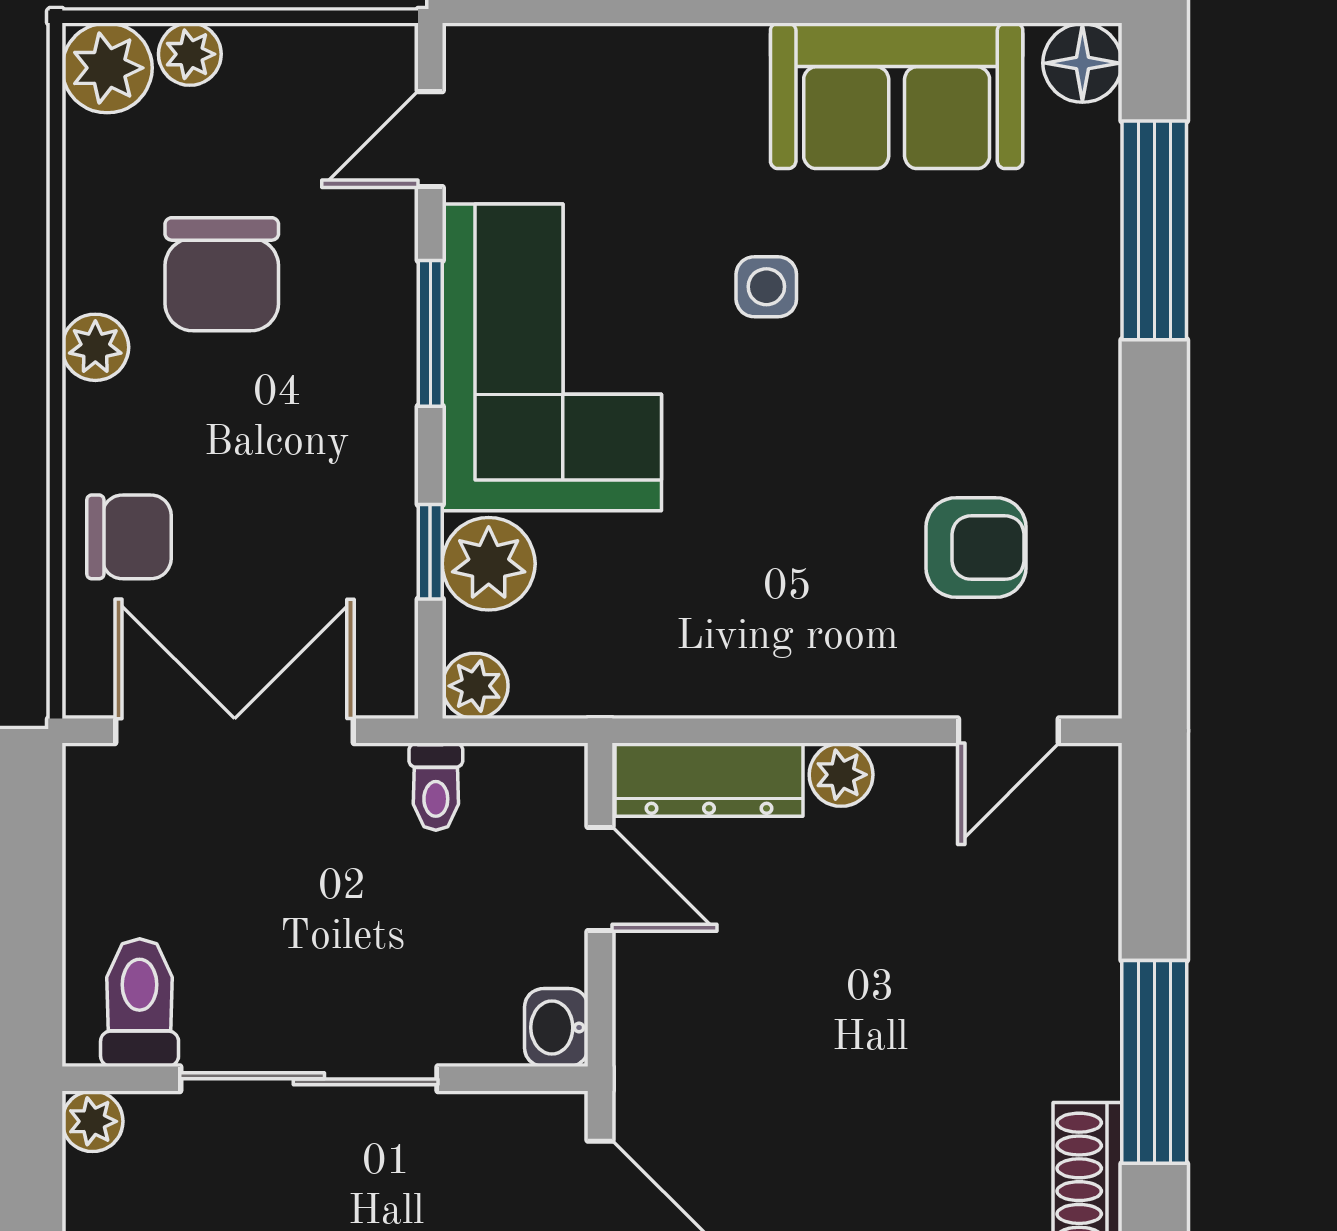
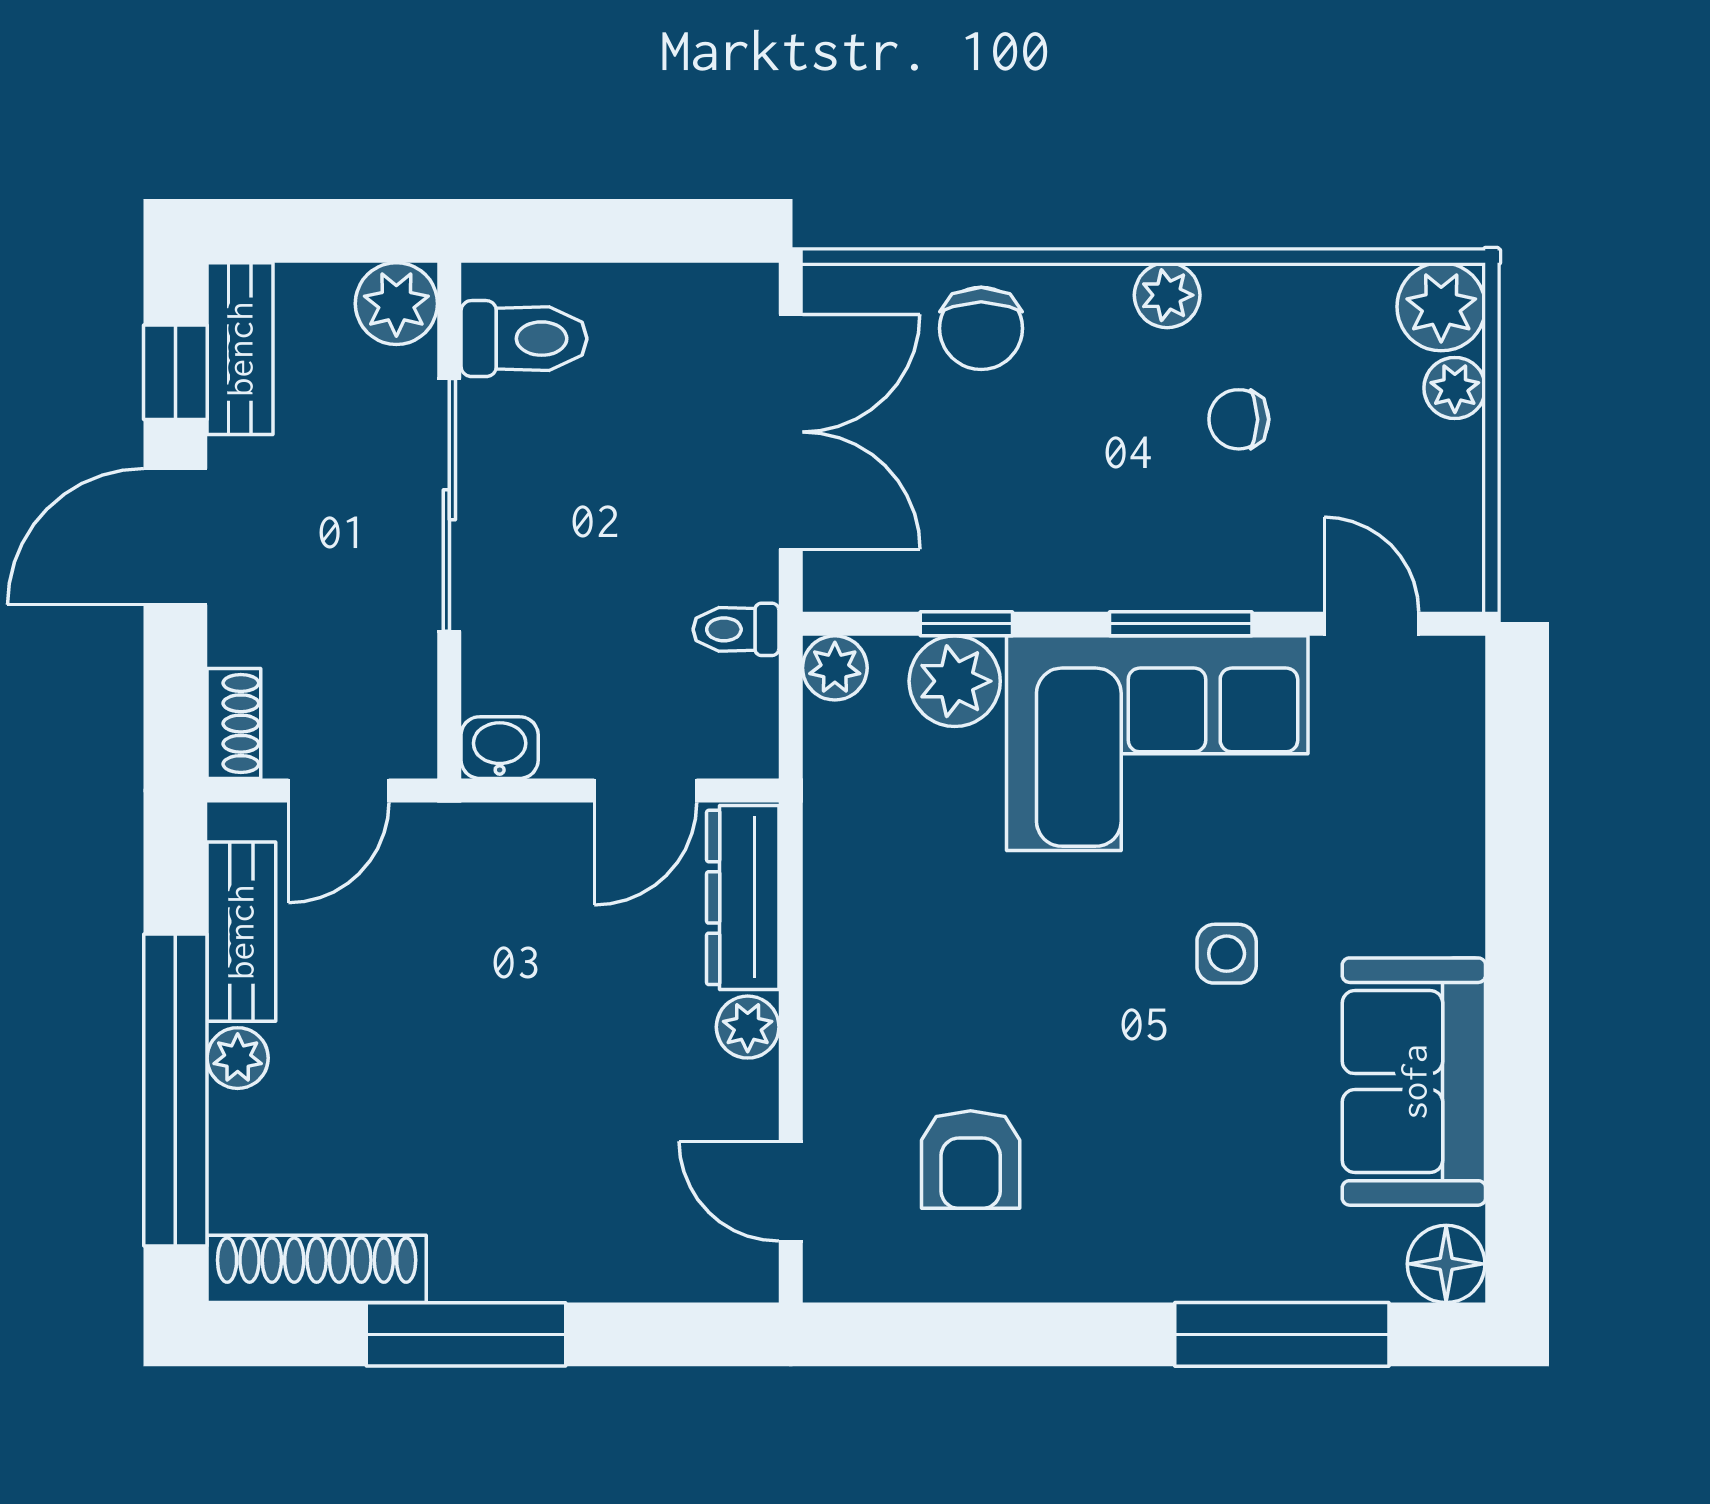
chair: (222, 274) -> (1239, 419), width x0.54, depth x0.54
plant: (92, 1121) -> (396, 304), width x1.38, depth x1.38

